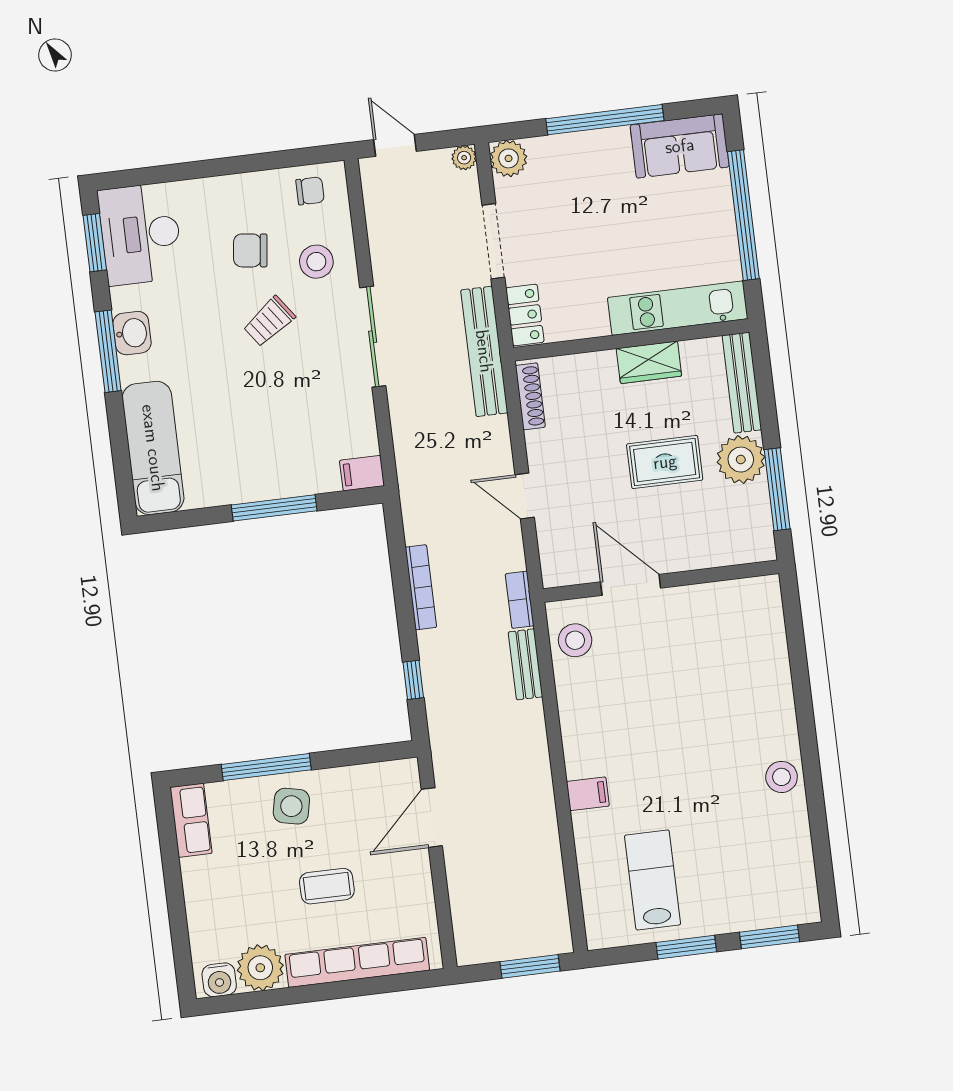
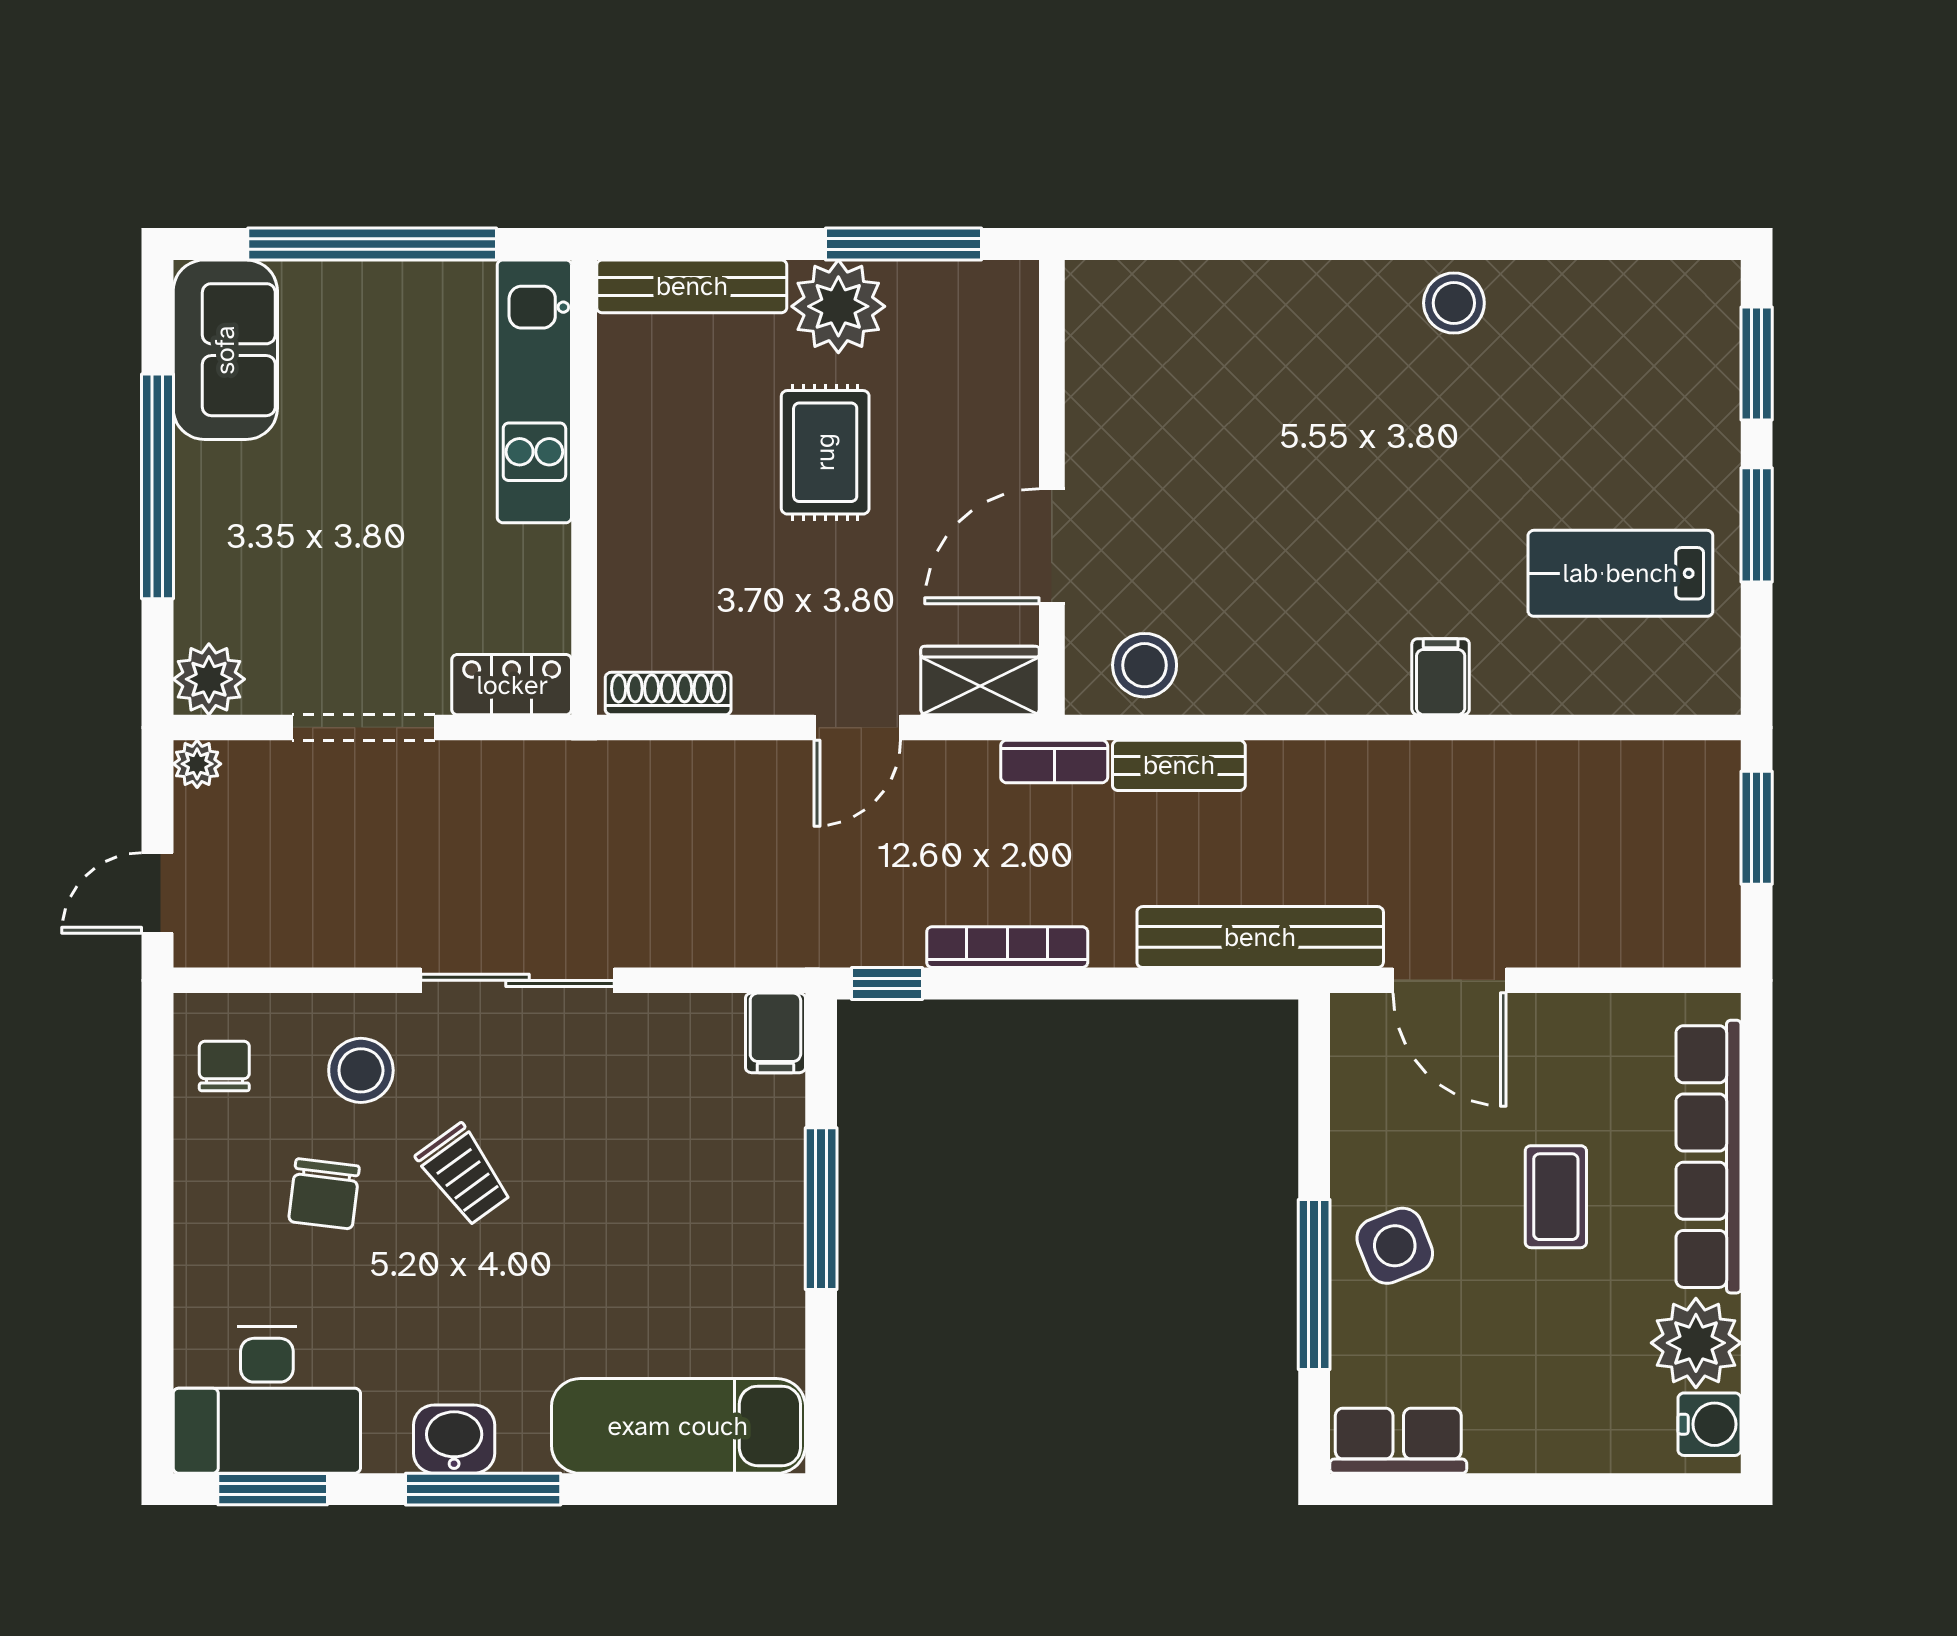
bench: (484, 351) -> (1260, 937), moved
wardrobe: (649, 362) -> (980, 681), moved, turned -90
window: (413, 680) -> (887, 983), moved
side table: (291, 806) -> (1395, 1246), turned -34

